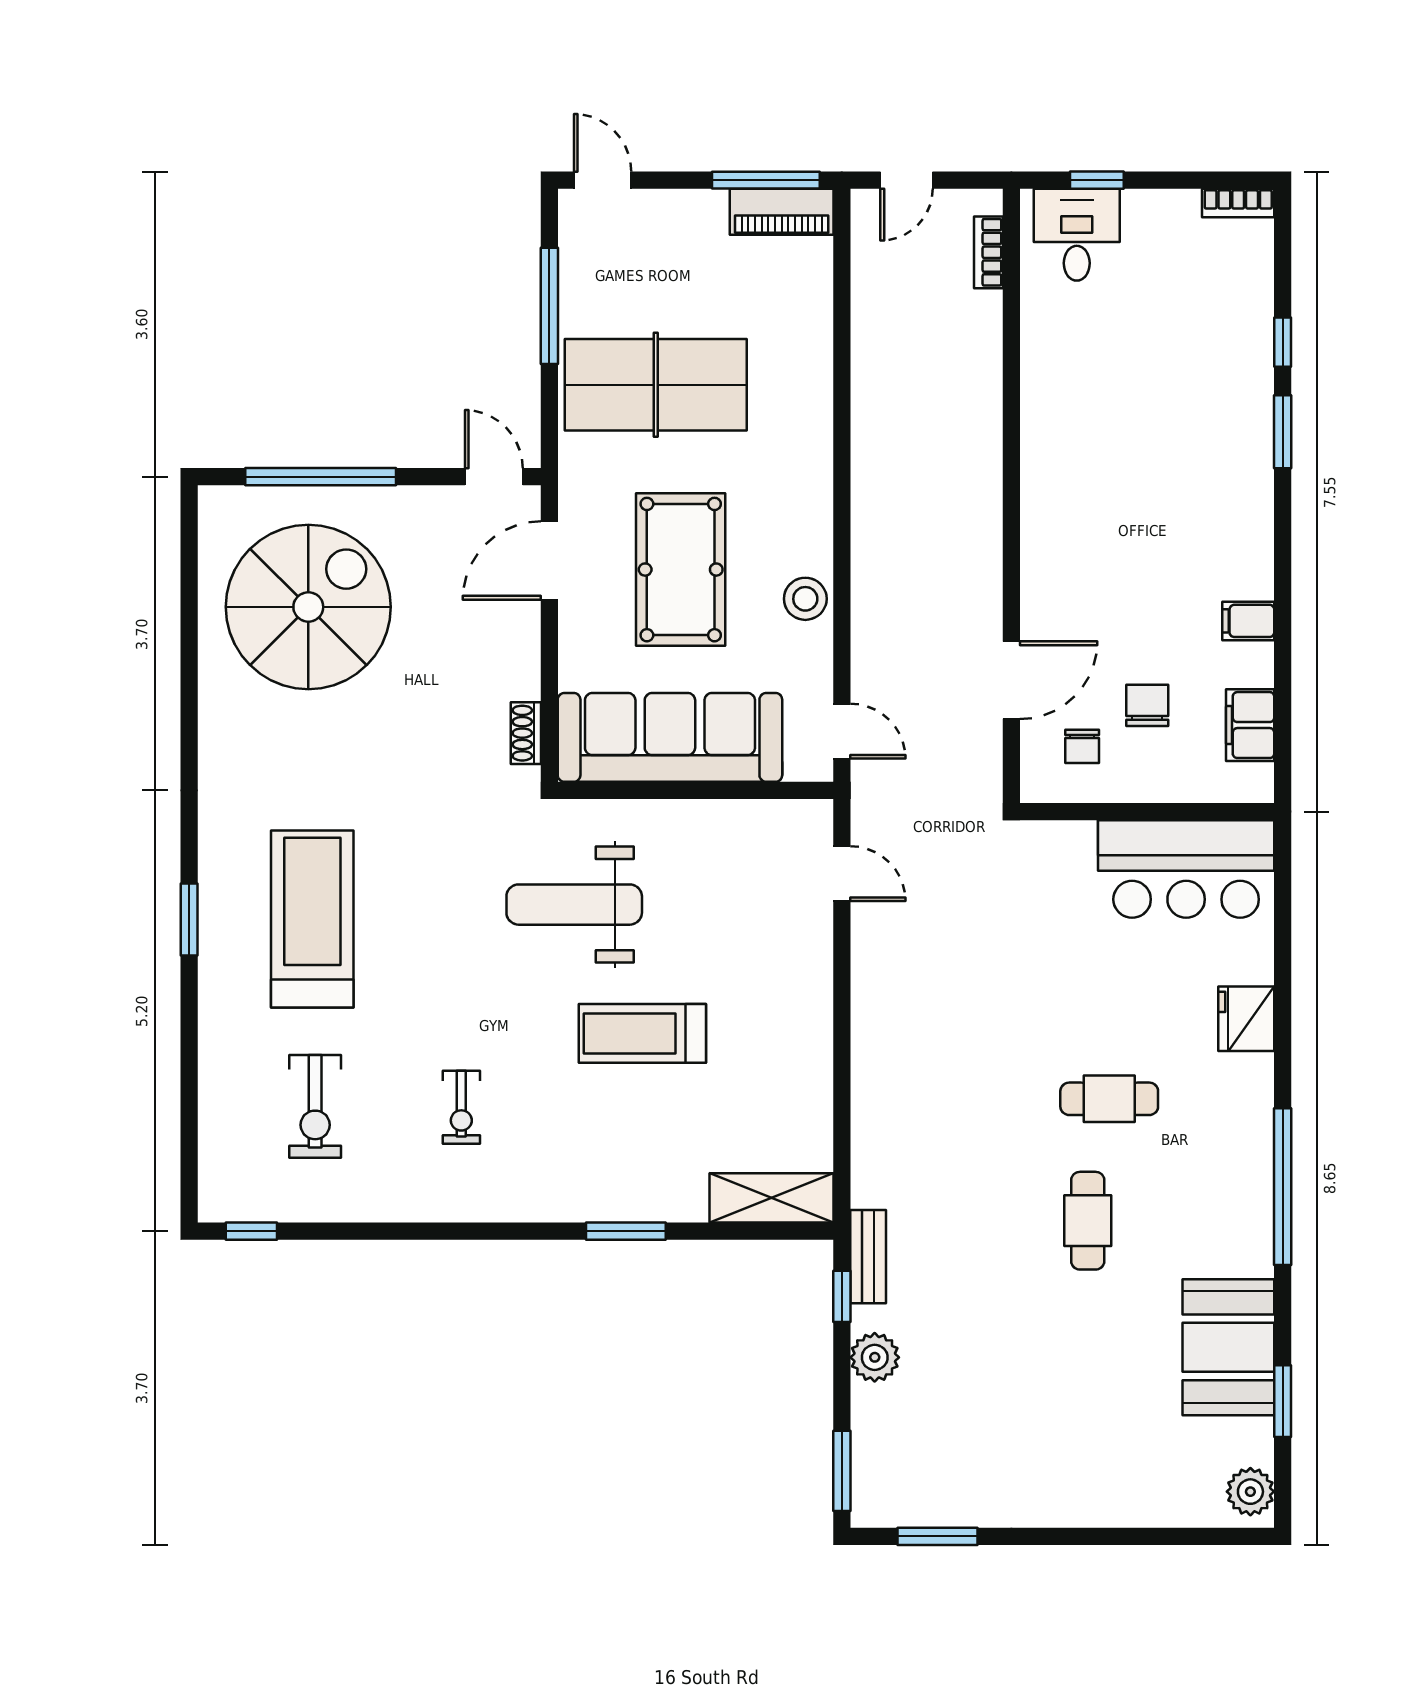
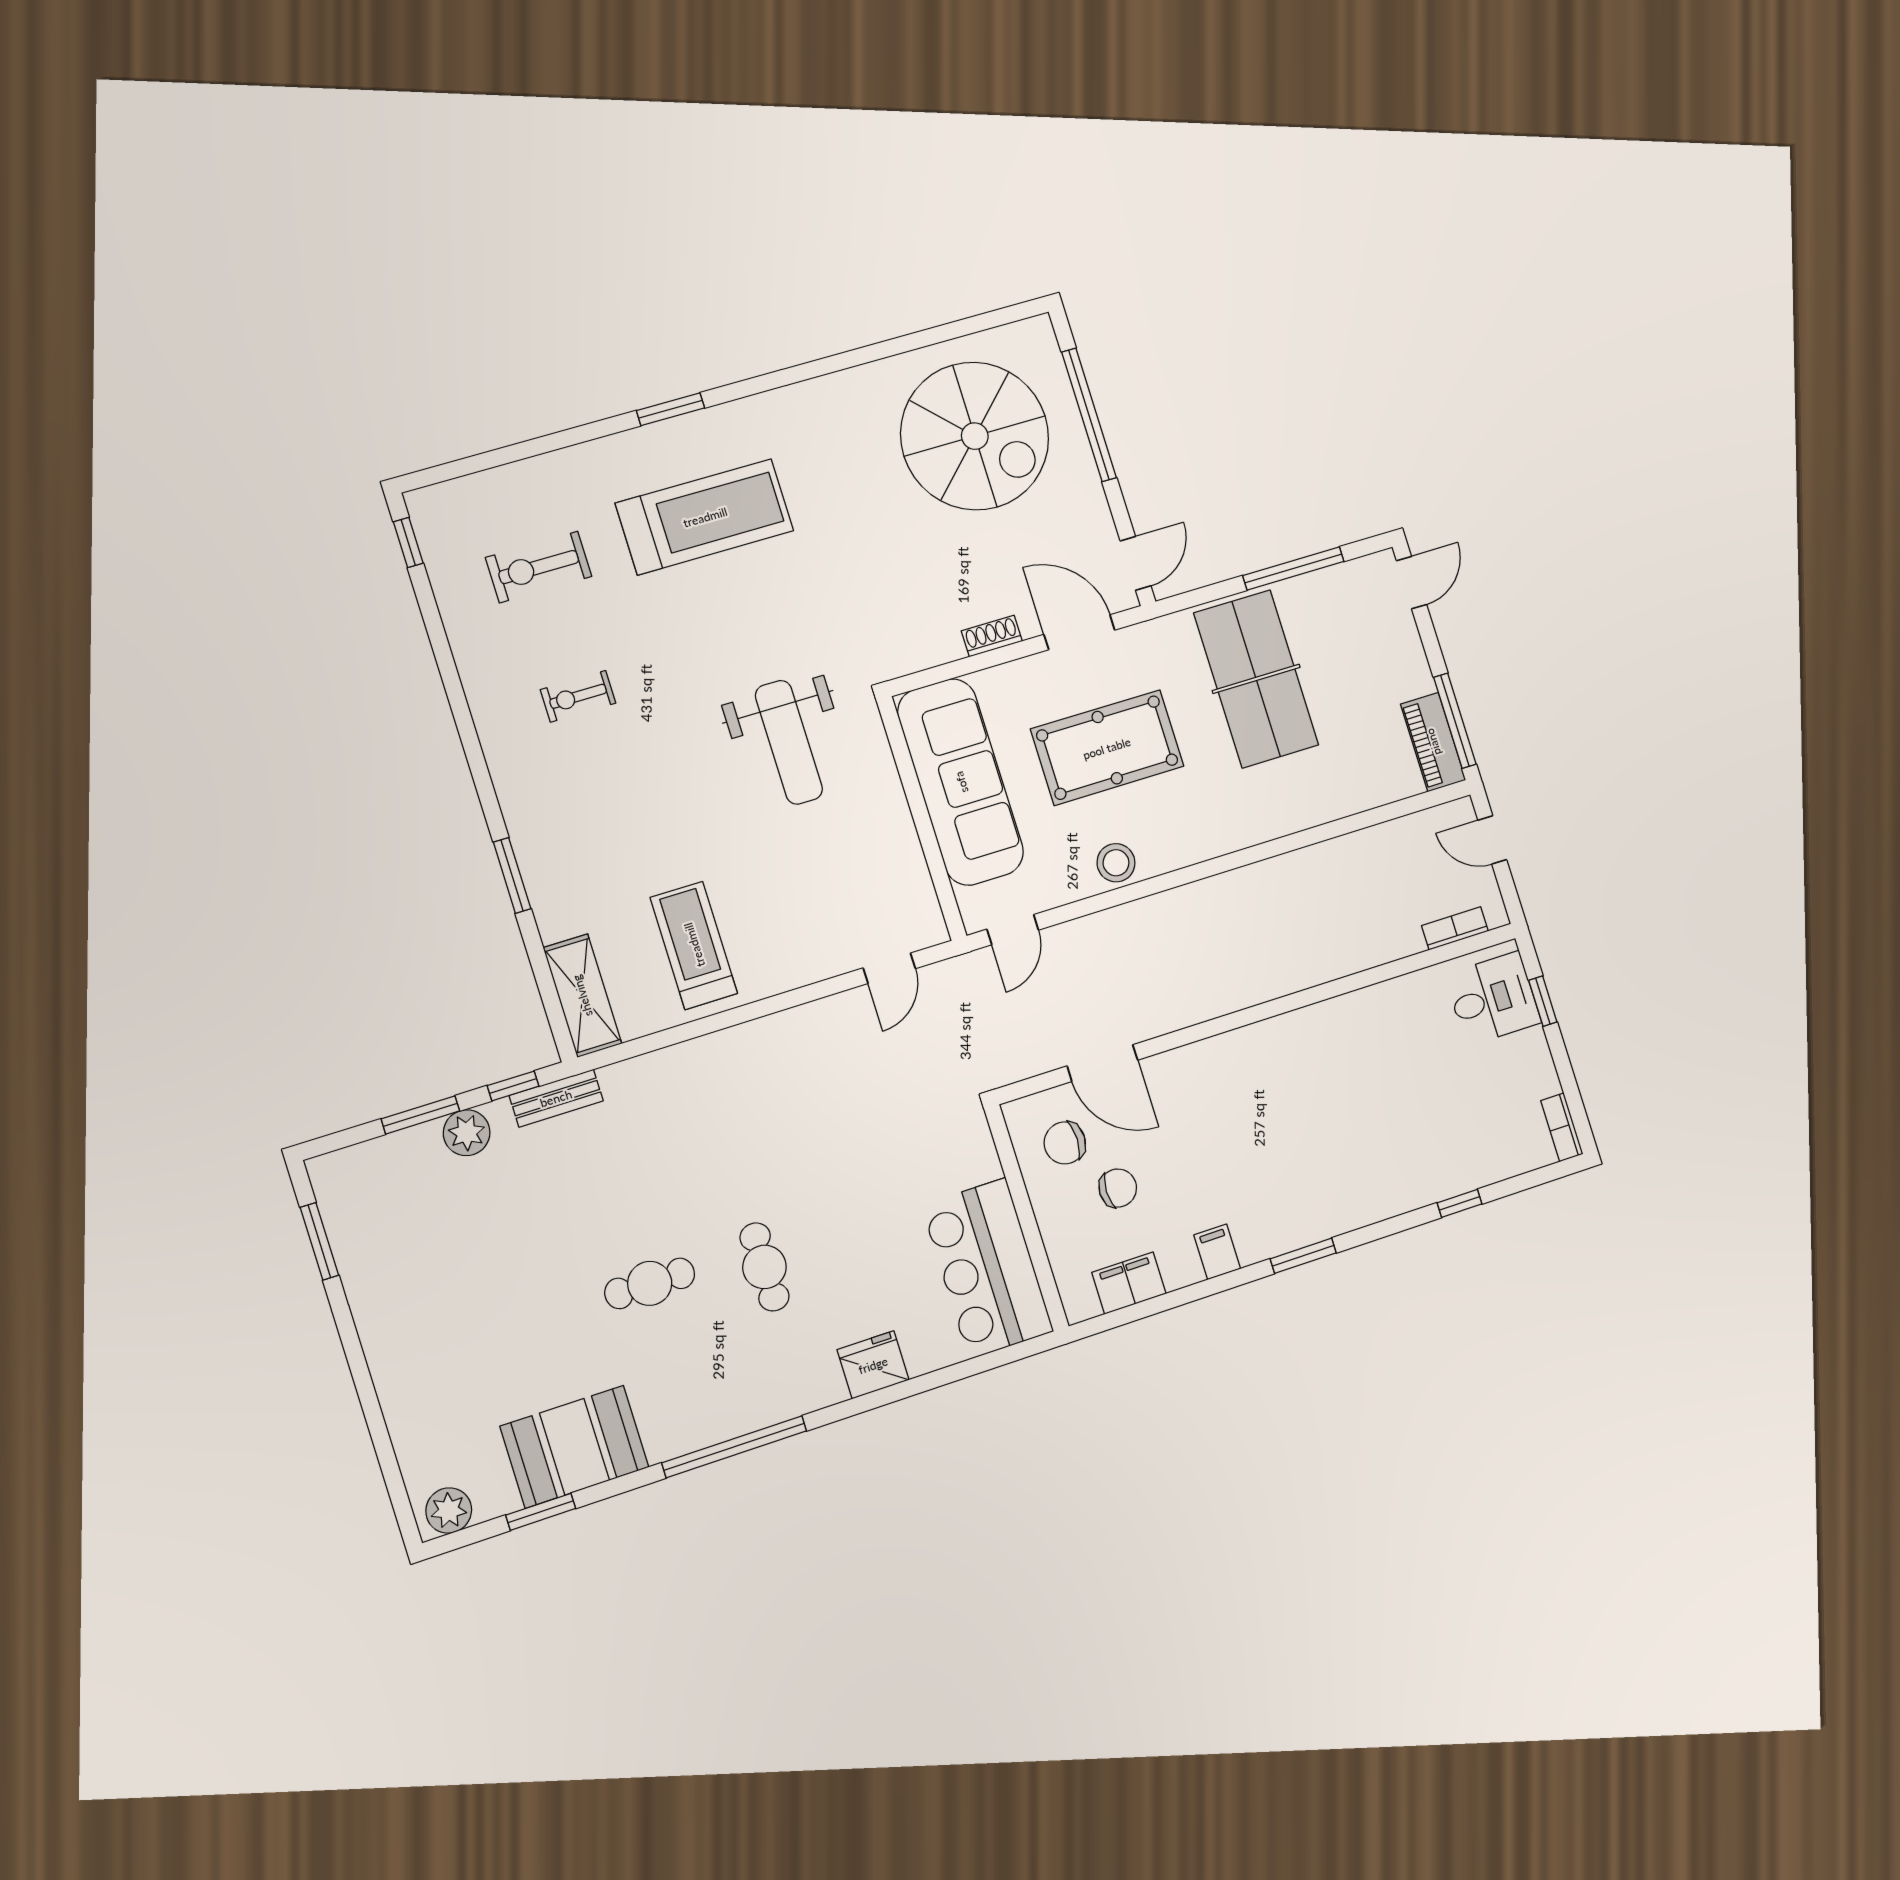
window: (1283, 432) -> (1303, 1256), moved
shoe rack: (526, 733) -> (992, 636), moved
chair: (1082, 746) -> (1065, 1143), width x1.37, depth x1.37
weight bench: (574, 905) -> (789, 742), turned 180
treadmill: (642, 1033) -> (694, 945), moved
window: (842, 1471) -> (420, 1115), moved

